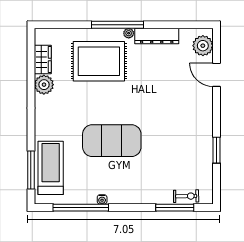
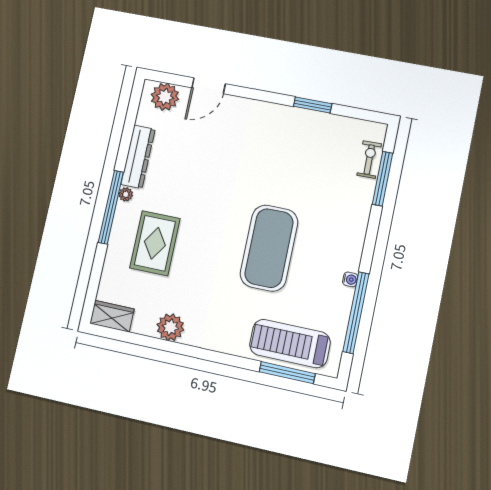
wardrobe: (43, 60) -> (112, 316), moved
rug: (99, 61) -> (155, 243), width x0.73, depth x0.69

